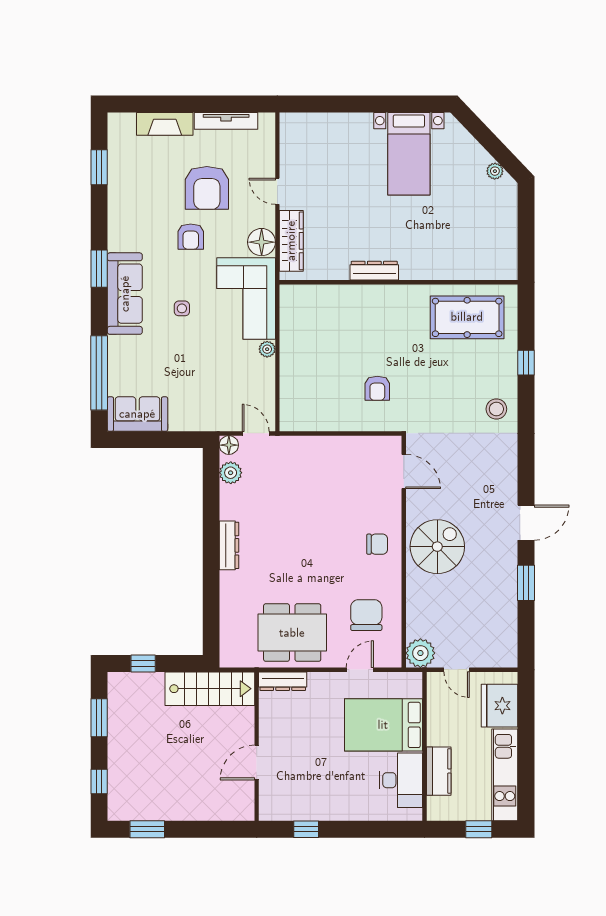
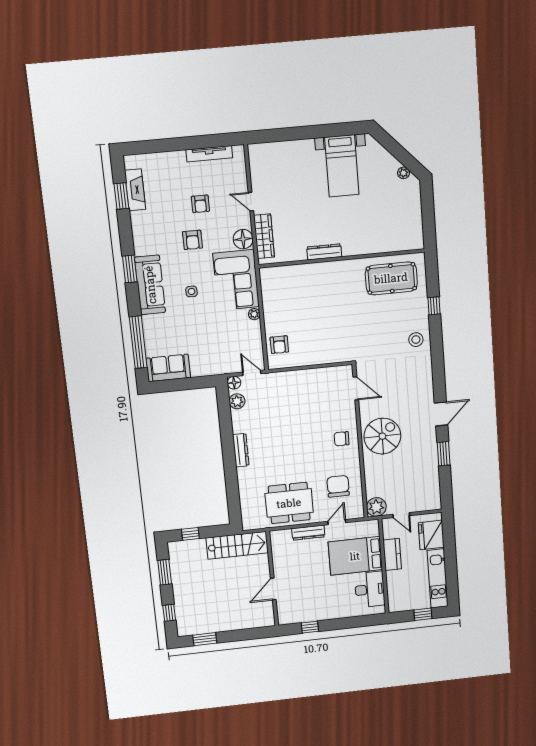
fireplace: (165, 124) -> (135, 190), moved, turned -90
armchair: (207, 188) -> (200, 204), width x0.53, depth x0.53
armchair: (377, 388) -> (279, 345), moved
chair: (377, 544) -> (342, 439), turned 180
dresser: (283, 681) -> (308, 533), moved
kitchen counter: (439, 771) -> (392, 554), moved

